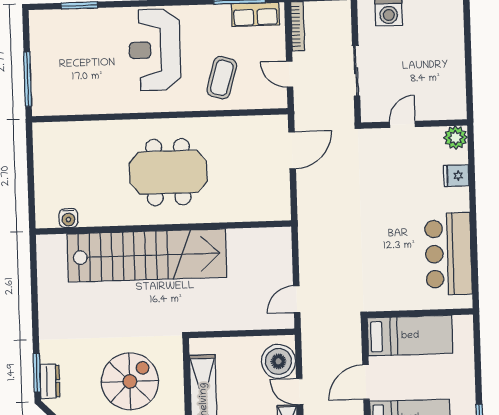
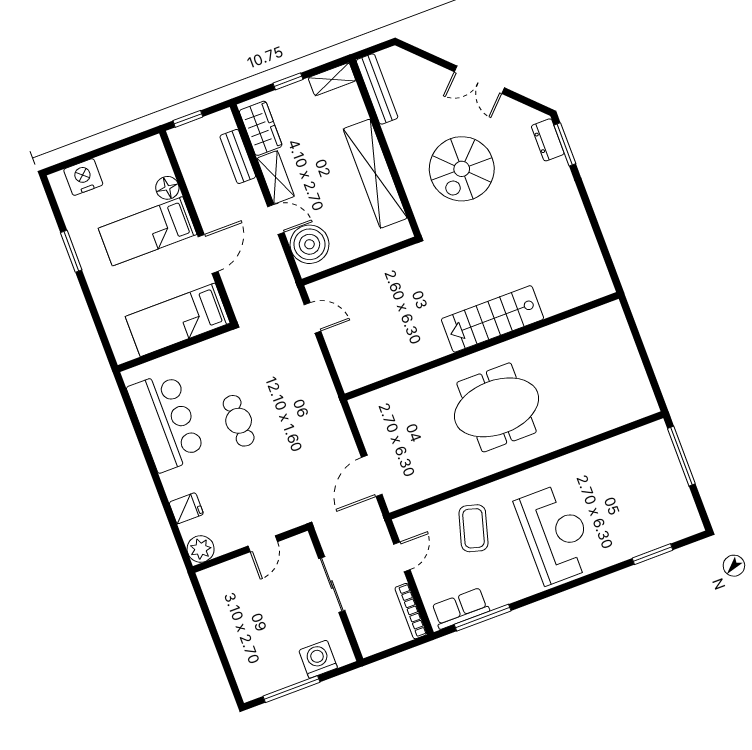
door: (290, 74) -> (402, 557), hinge flipped
water cooler: (68, 218) -> (587, 322), removed
cafe table: (388, 234) -> (239, 421), added
stairs: (147, 255) -> (492, 319), width x0.54, depth x0.66
door: (297, 299) -> (313, 318), hinge flipped

